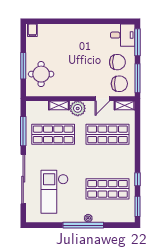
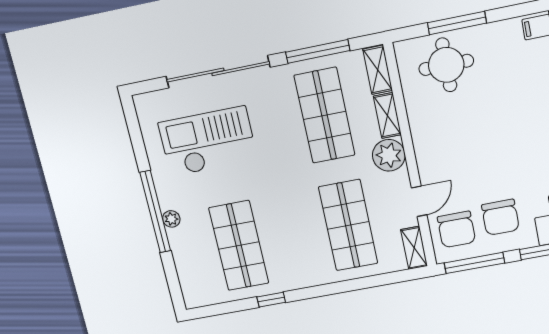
door: (102, 99) -> (419, 201), swing flipped
shelving: (37, 106) -> (378, 70), added
window: (137, 206) -> (218, 309), removed

